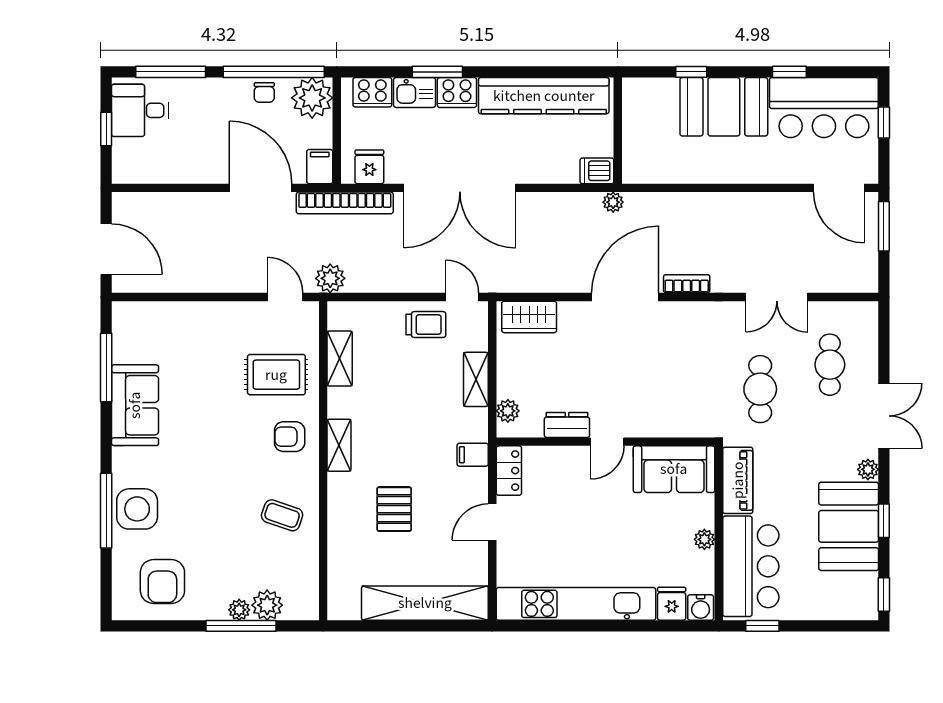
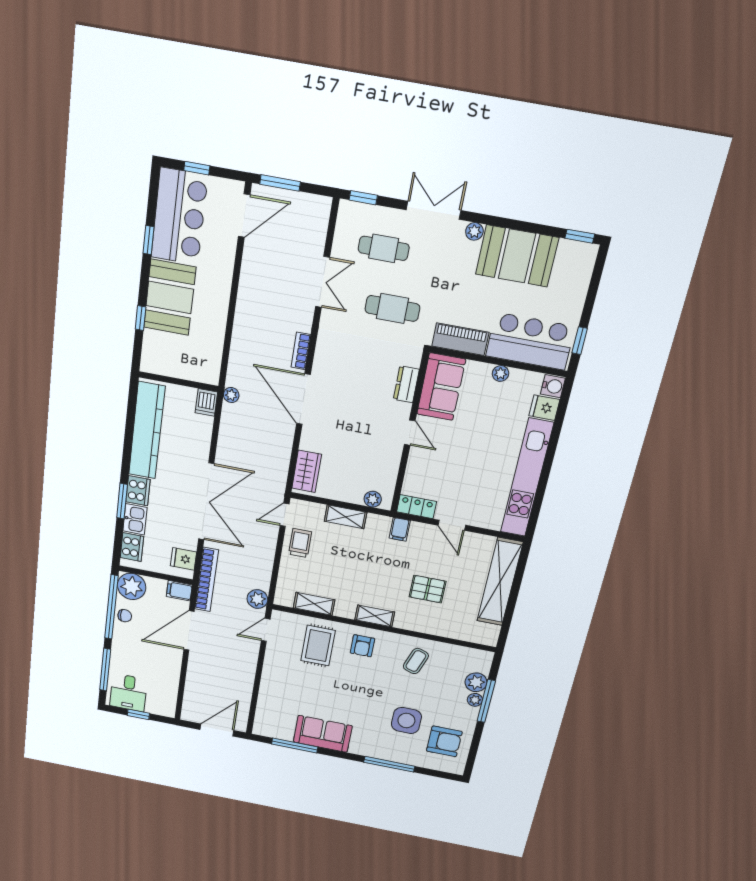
dresser: (567, 425) -> (406, 384), moved
side table: (137, 509) -> (406, 721), moved
window: (884, 521) -> (363, 198), moved

